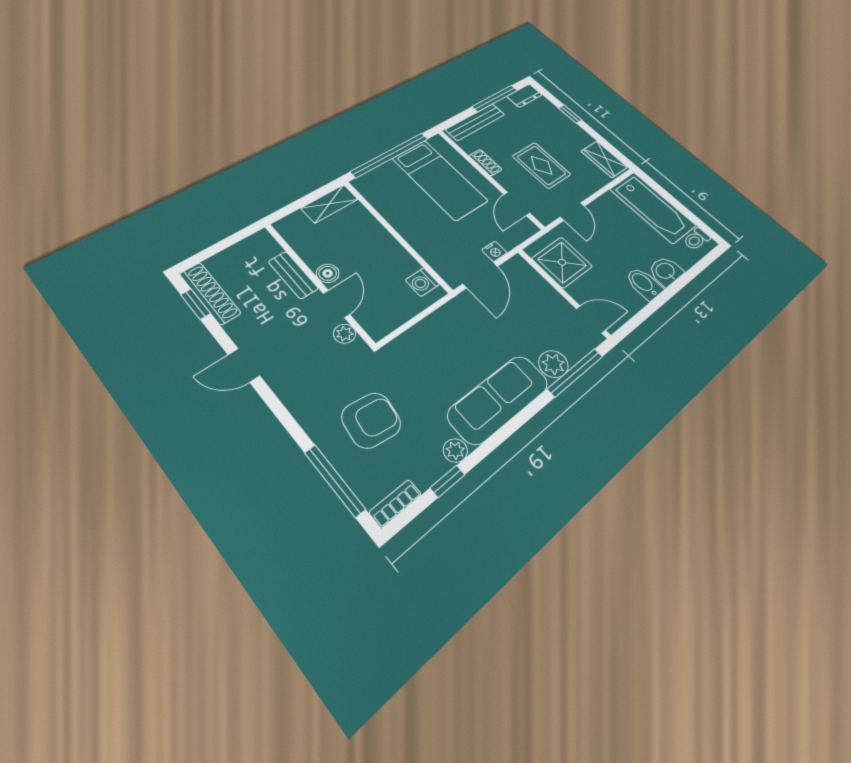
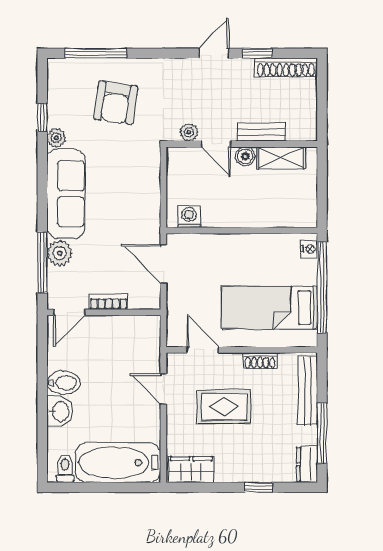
shelving: (329, 204) -> (281, 158), moved, turned 90
nightstand: (494, 251) -> (309, 249), moved, turned 180
shower: (562, 262) -> (128, 336), removed
window: (195, 304) -> (258, 53), moved
bookcase: (395, 503) -> (109, 302), moved, turned -90

